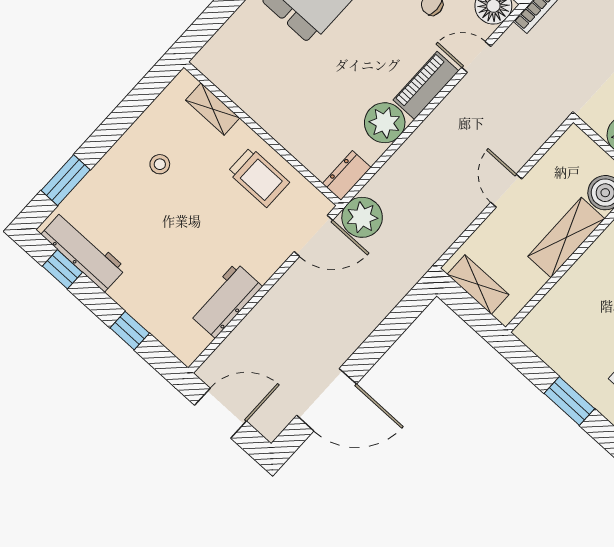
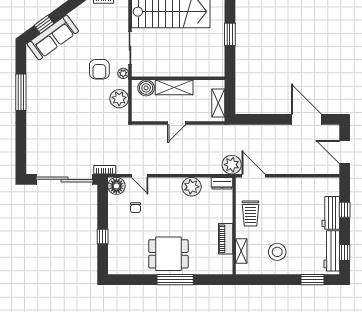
piano: (426, 85) -> (226, 239), moved, turned 90
stool: (160, 164) -> (277, 252), width x1.89, depth x1.89
trolley: (258, 177) -> (250, 213), turned 180
workbench: (226, 300) -> (331, 213), moved, turned 90

